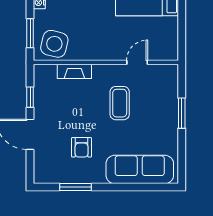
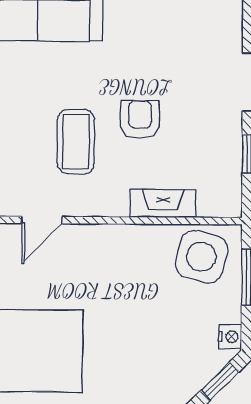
armchair: (82, 147) -> (140, 120), moved

